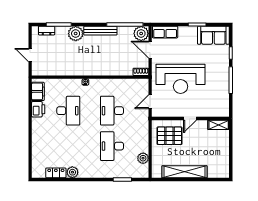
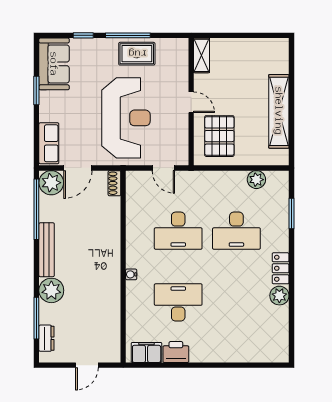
rug: (220, 85) -> (137, 54), added
locker: (56, 173) -> (281, 268), moved

